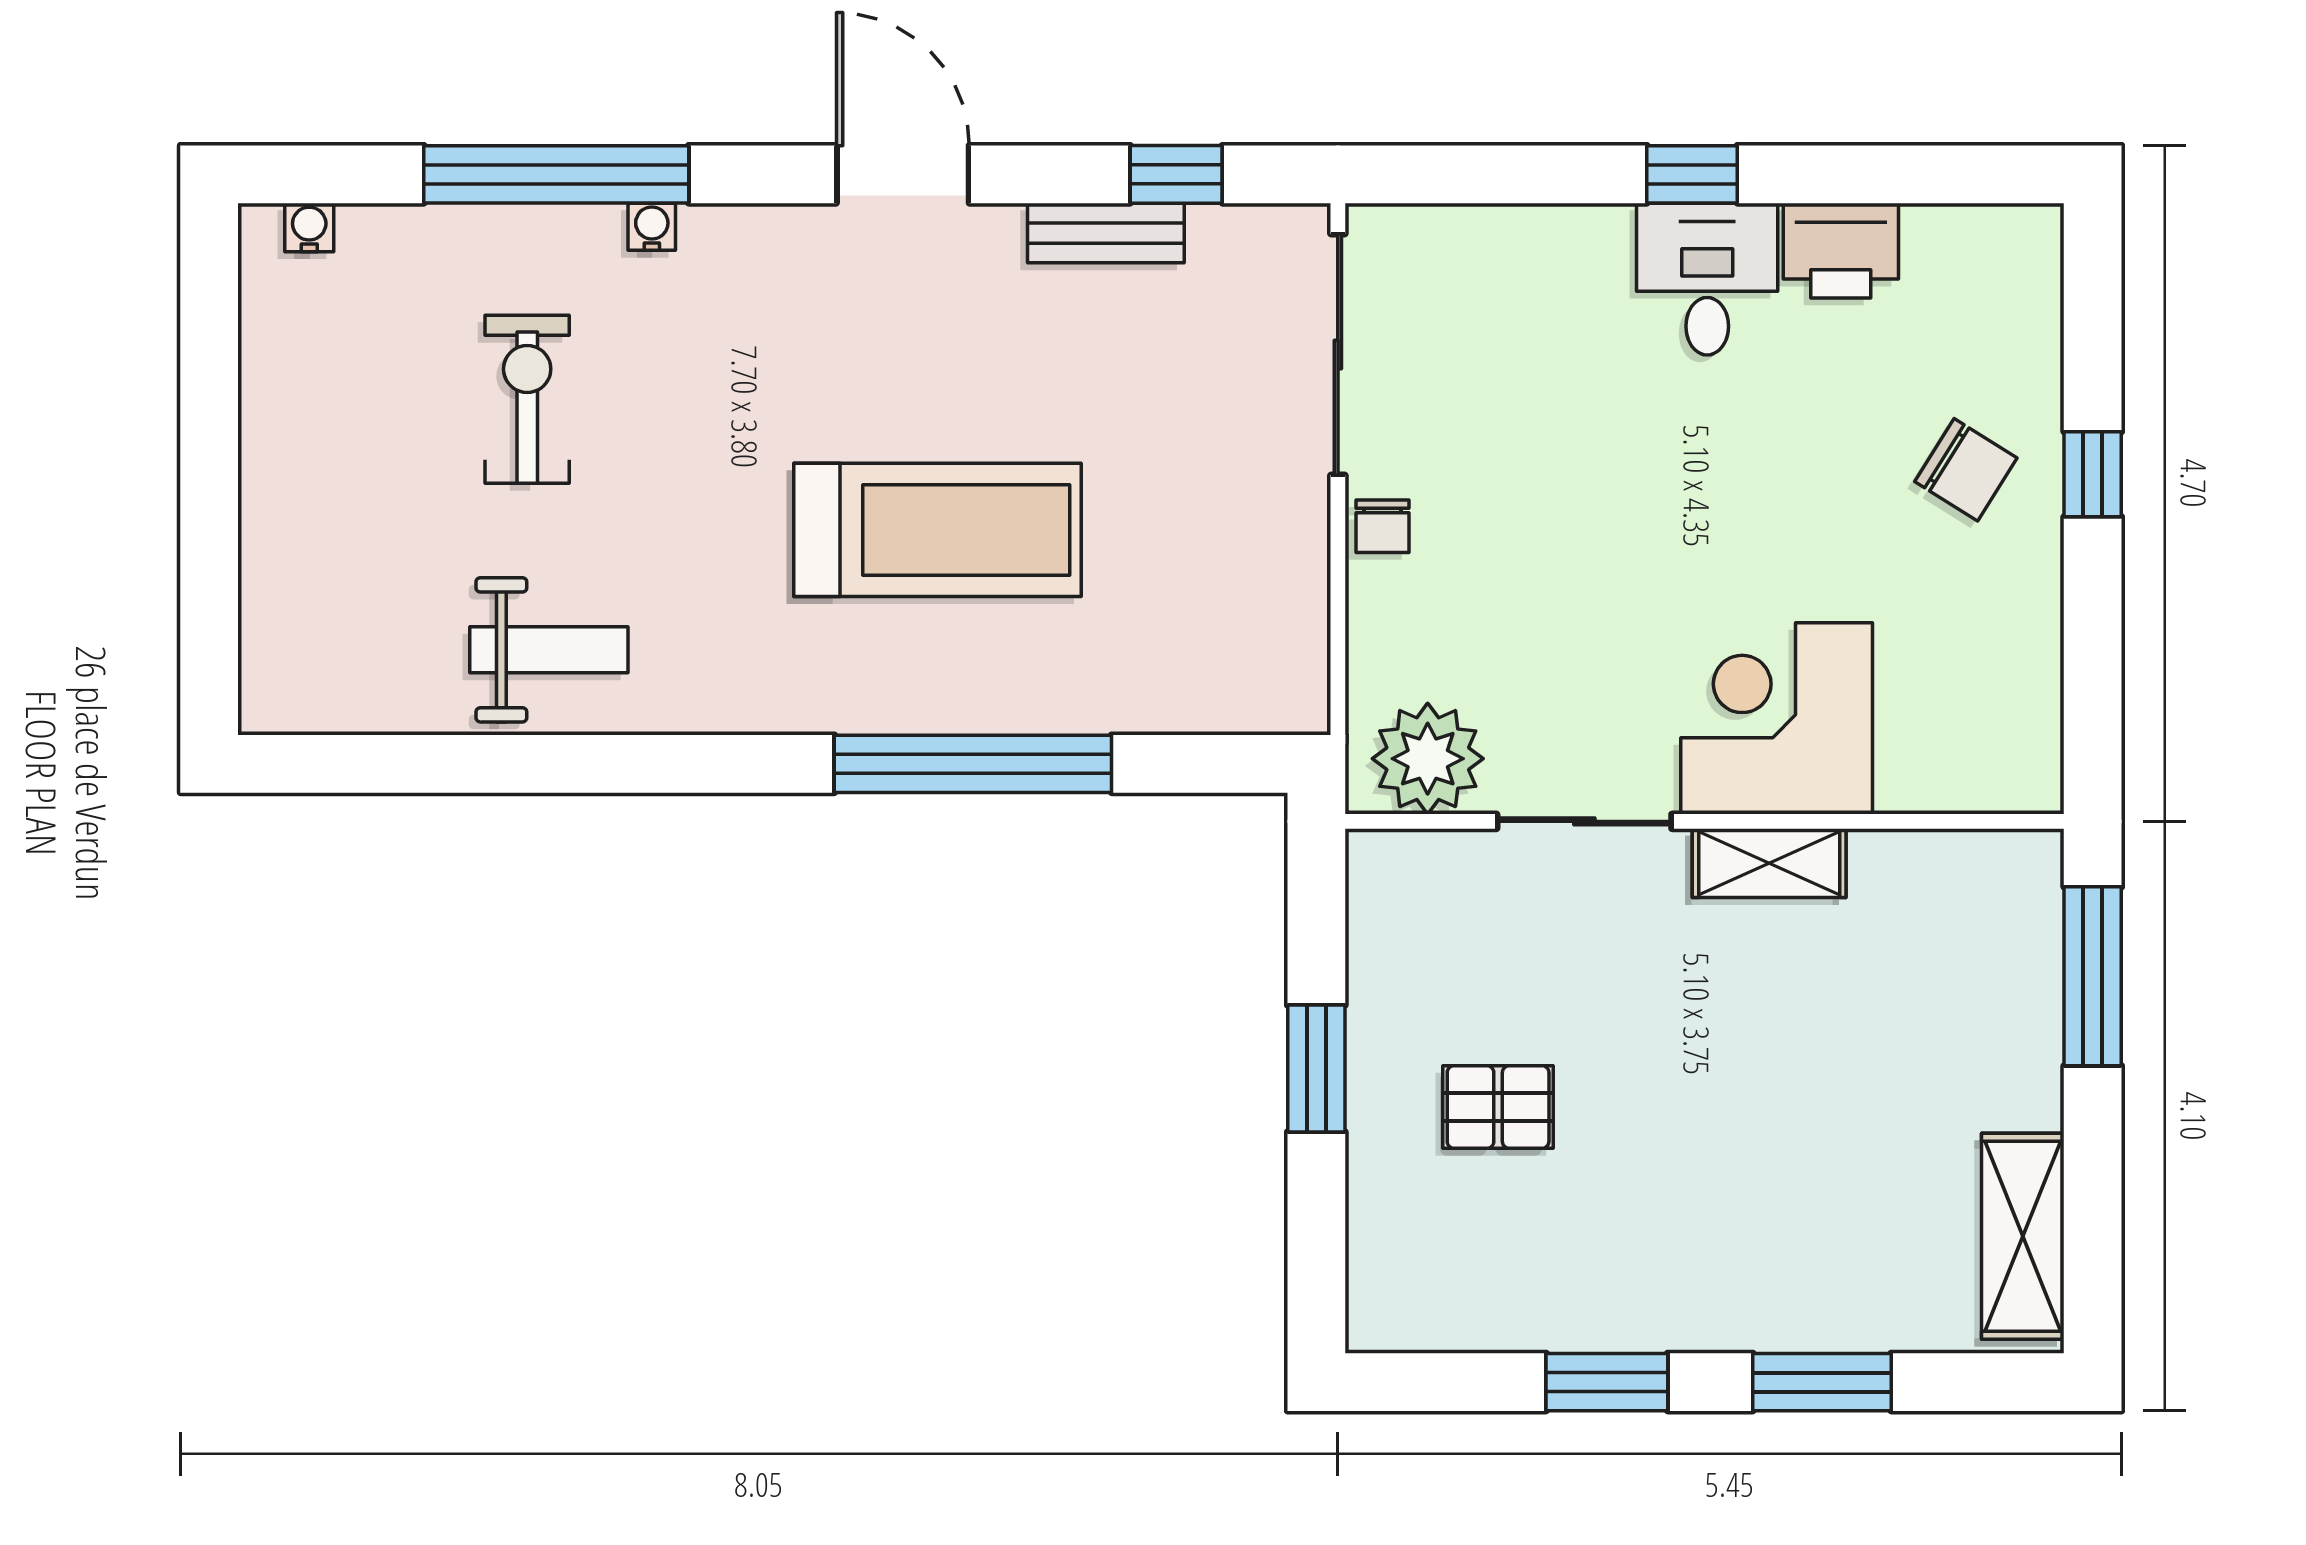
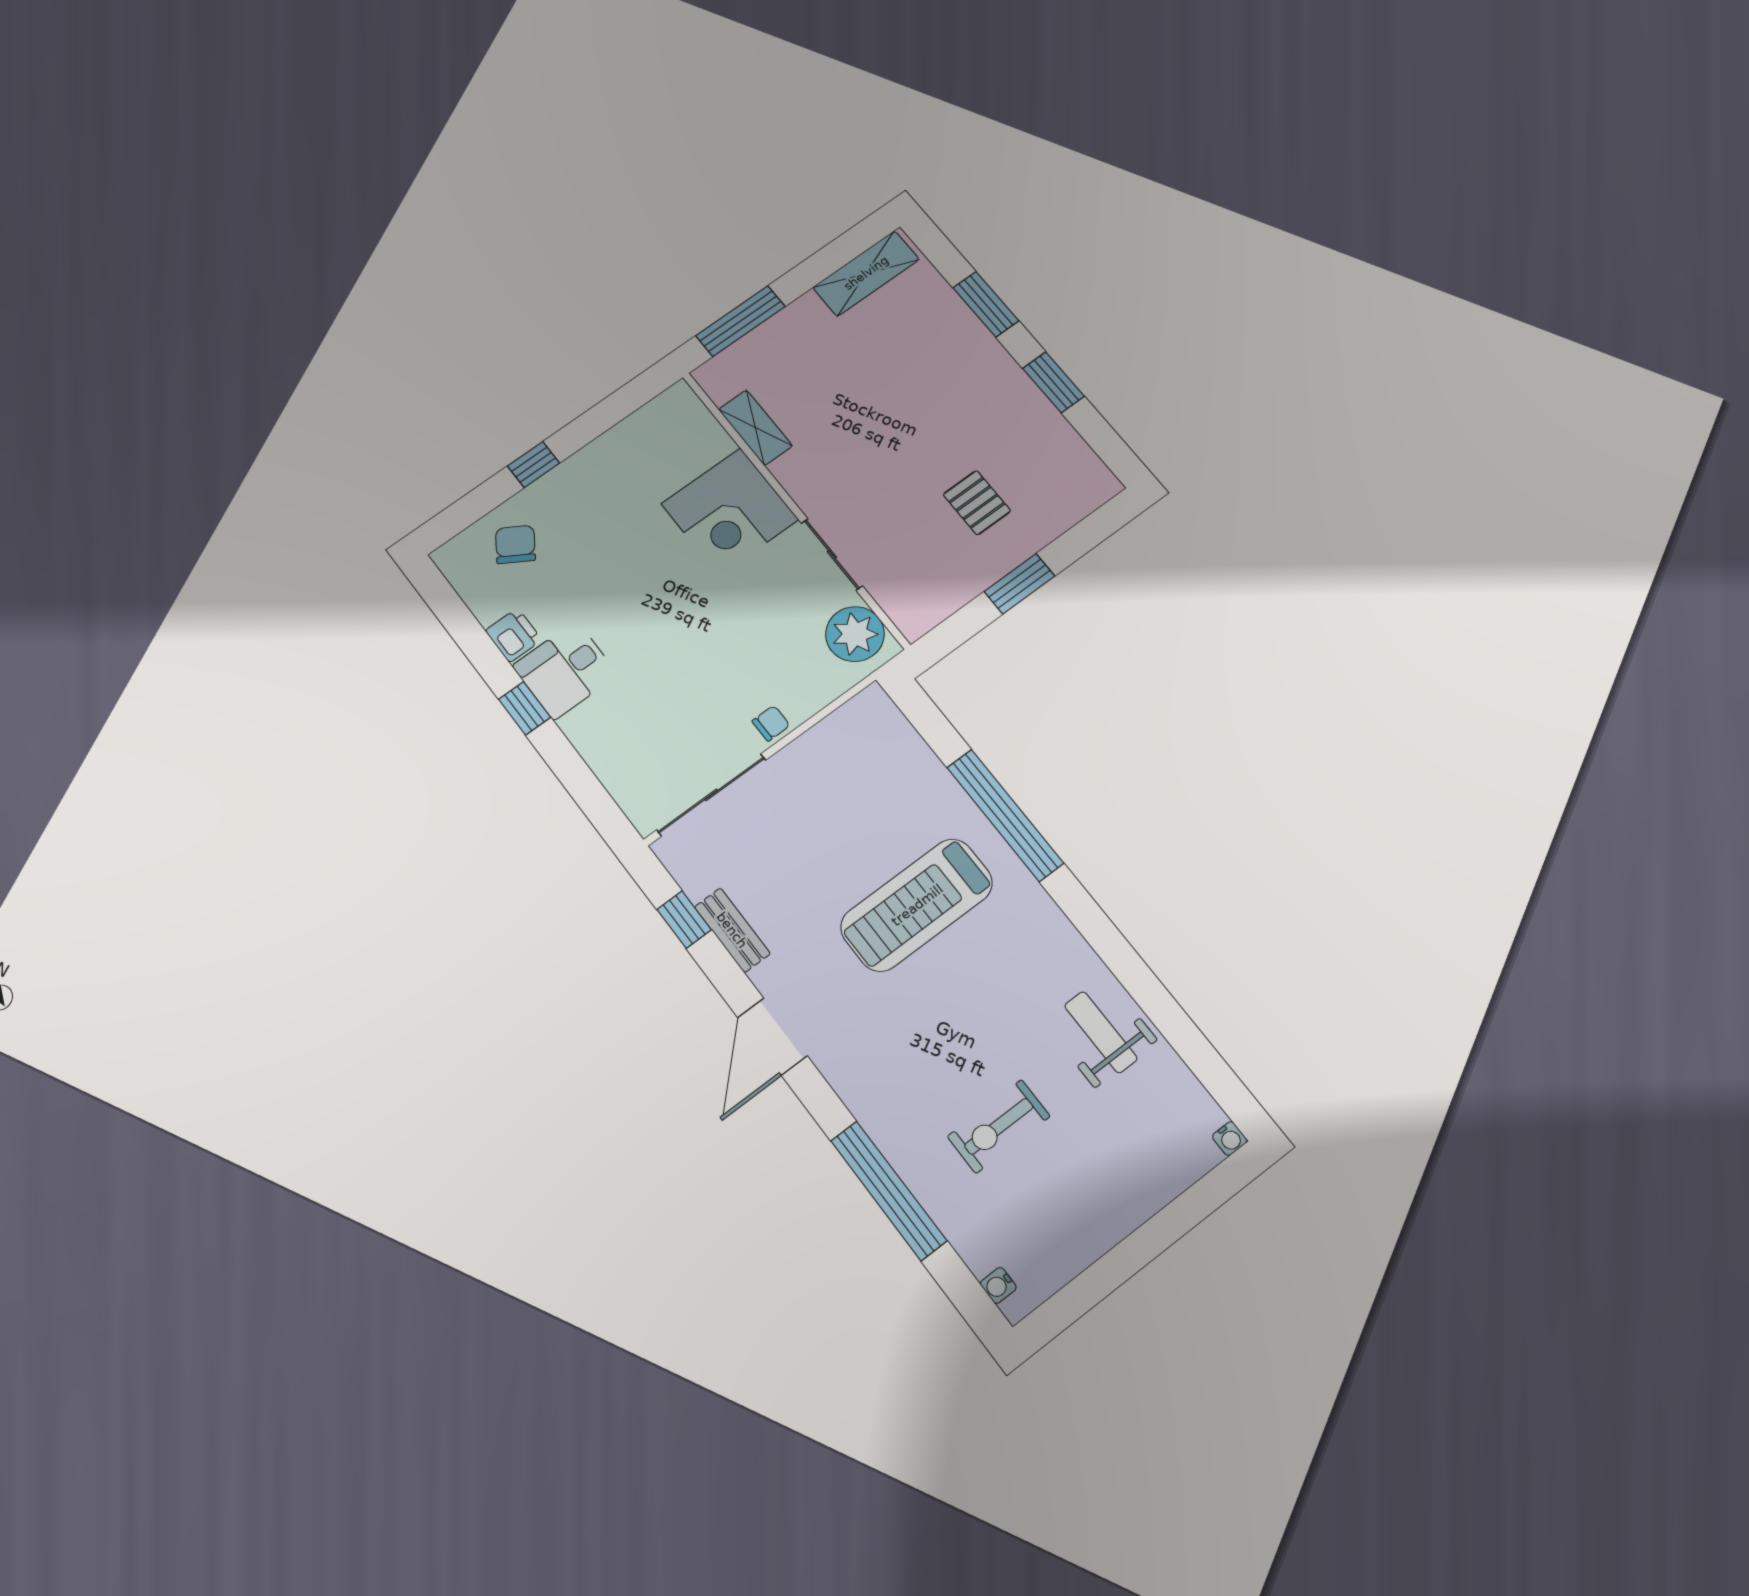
water cooler: (652, 227) -> (1230, 1139), moved, turned -90
printer: (1841, 251) -> (514, 635), width x0.73, depth x0.81
chair: (1966, 470) -> (515, 544), moved
treadmill: (938, 530) -> (917, 905), turned -90
shelving: (1769, 863) -> (755, 428), moved

